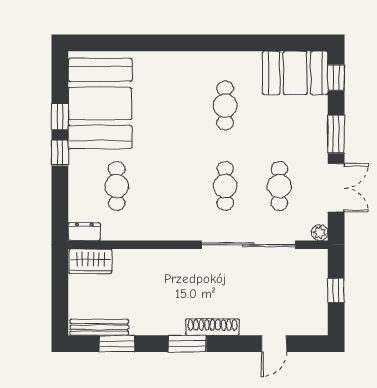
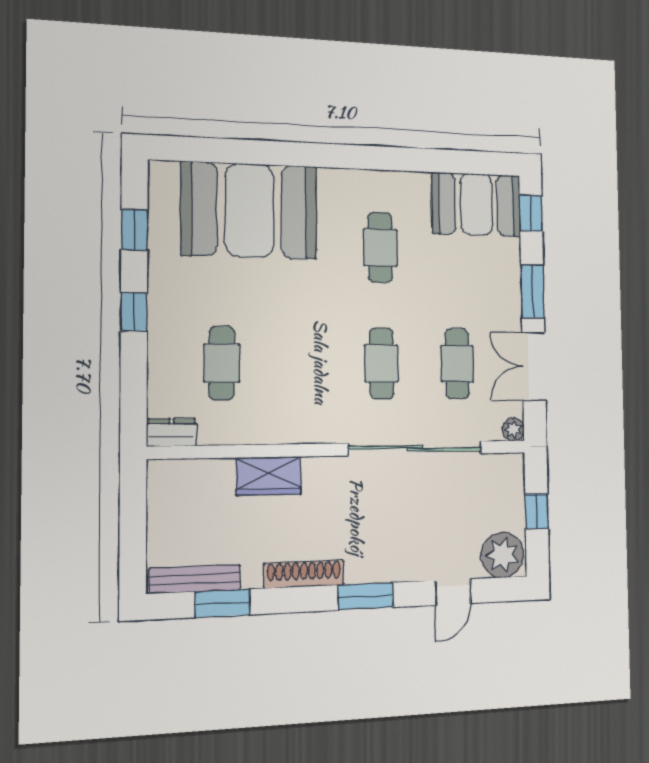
booth: (100, 103) -> (249, 210), moved, turned 90
window: (60, 117) -> (134, 230), moved
double door: (336, 188) -> (534, 366), swing flipped
wardrobe: (90, 261) -> (269, 476), moved
plant: (310, 320) -> (503, 555), added
shoe rack: (212, 327) -> (304, 574), moved
window: (187, 344) -> (366, 596), moved

